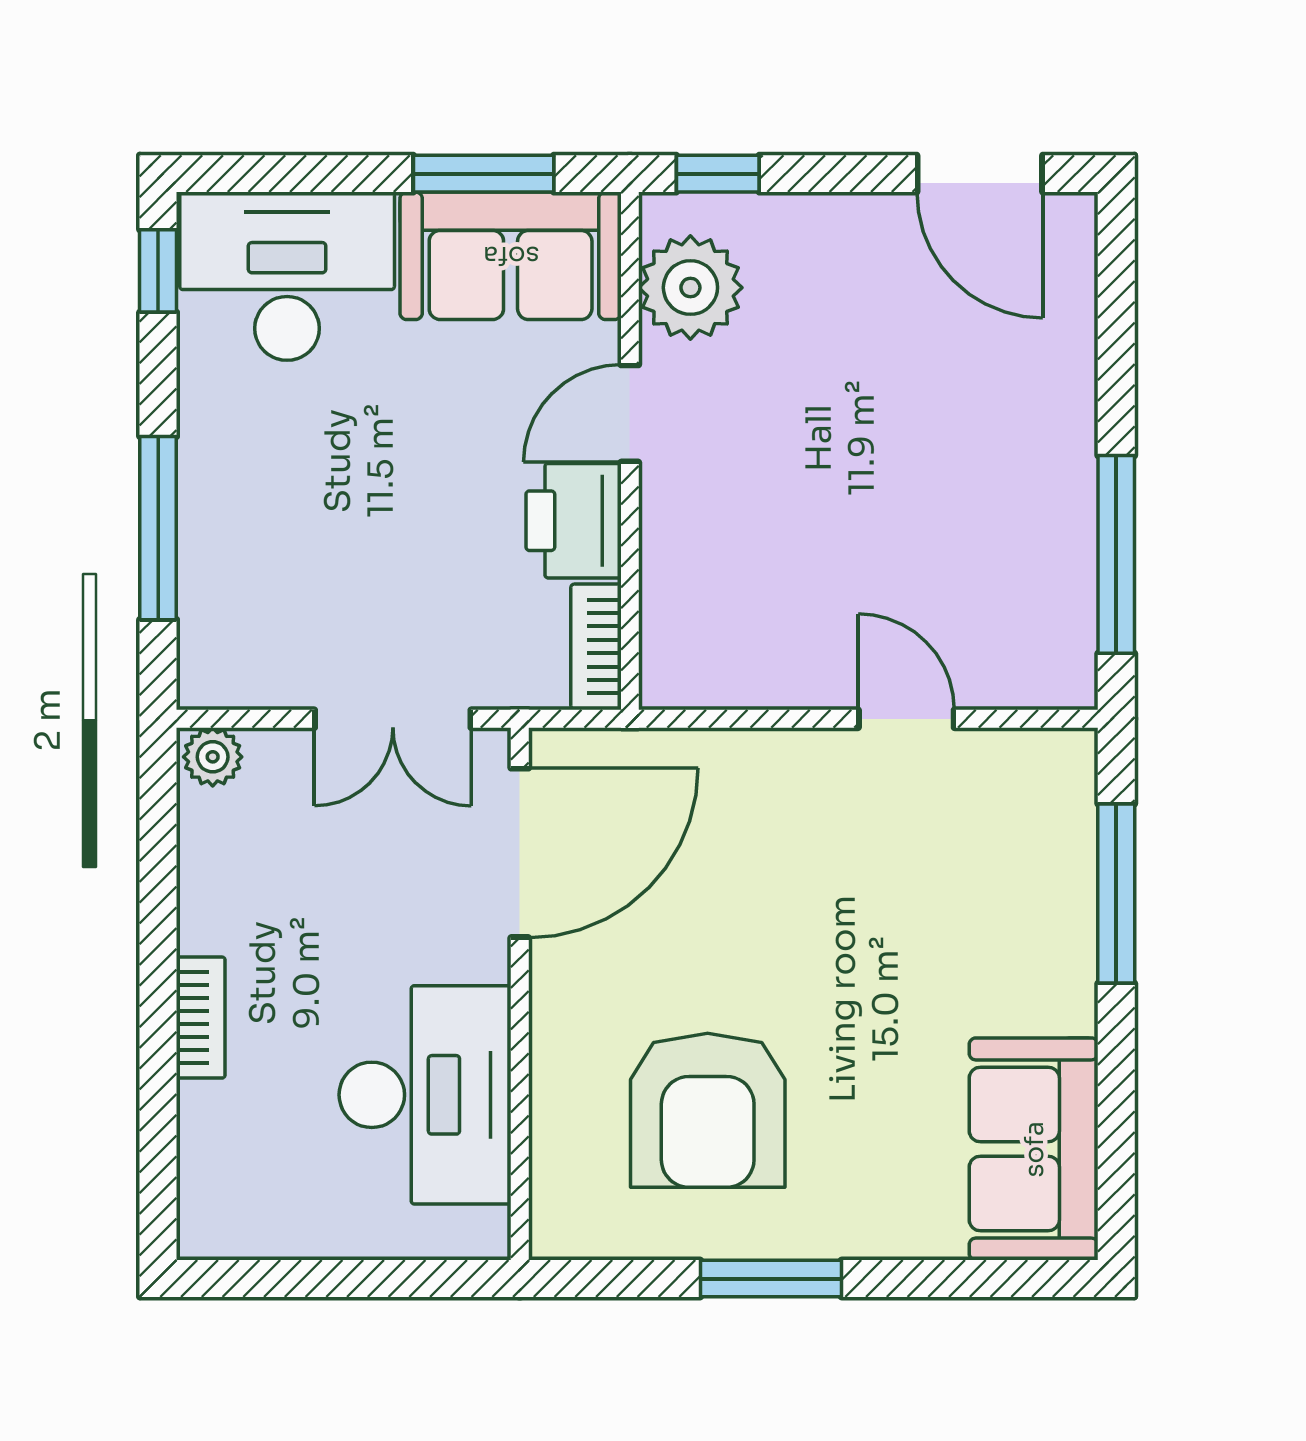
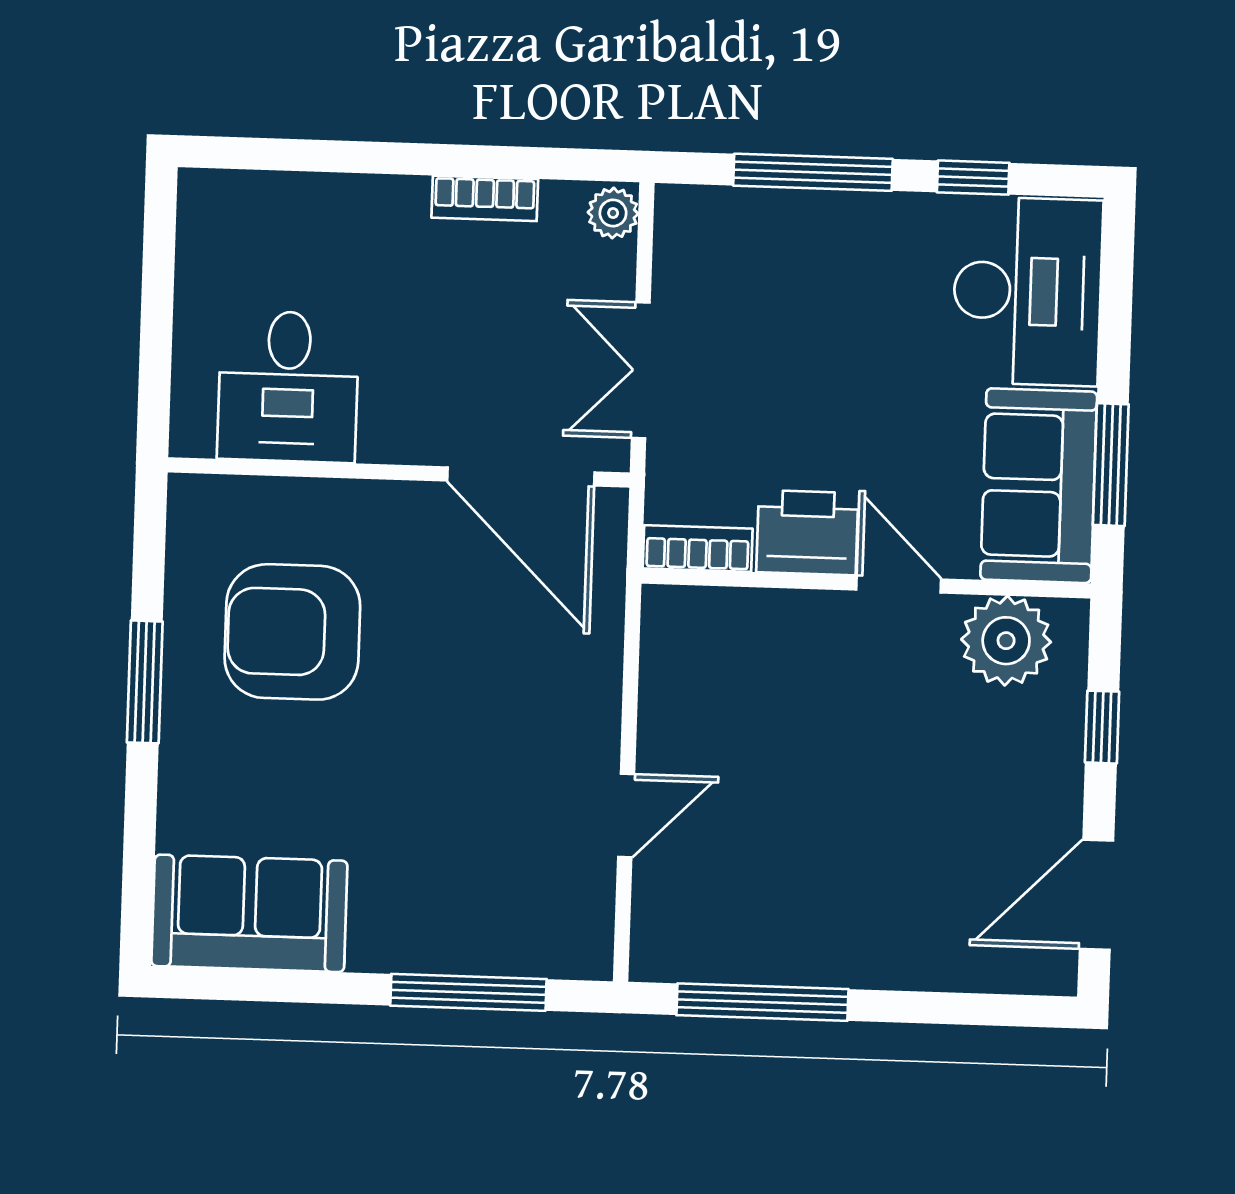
window: (718, 174) -> (1102, 727), moved
window: (158, 271) -> (973, 178), moved
bookcase: (201, 1018) -> (485, 198), moved
desk: (425, 1095) -> (288, 387), width x0.73

